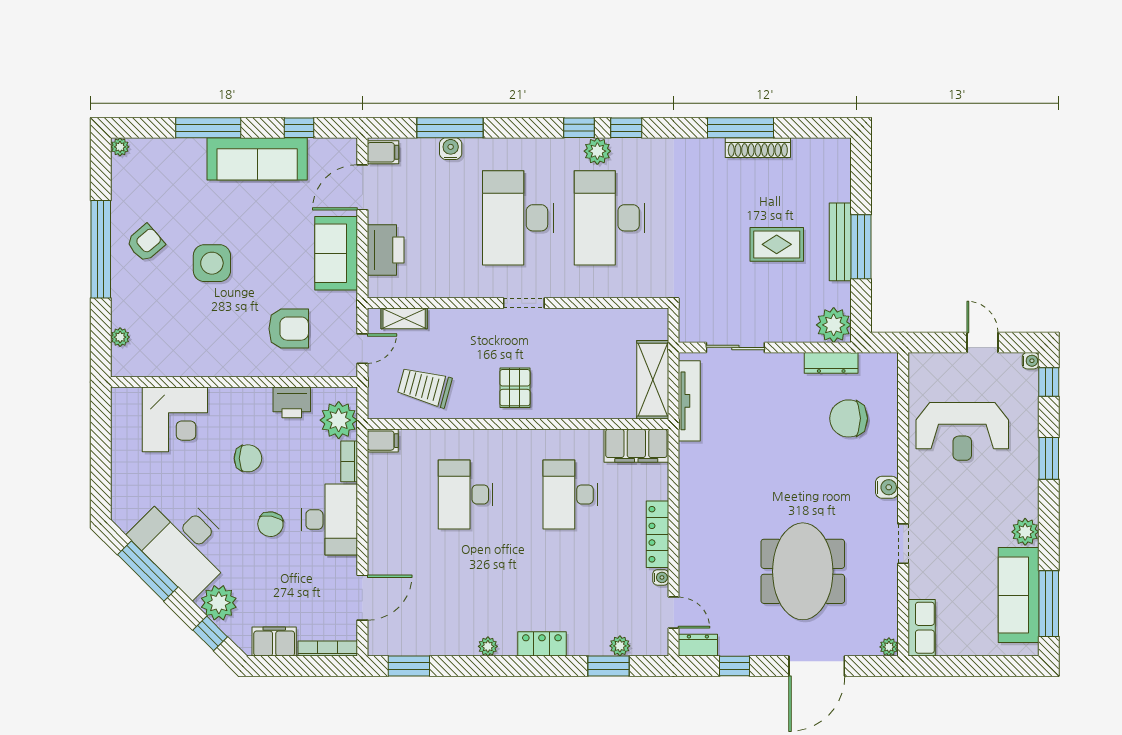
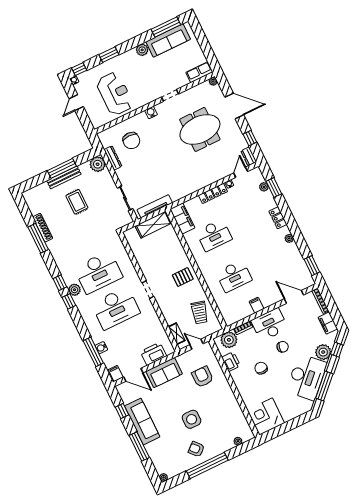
corner desk: (175, 419) -> (266, 417), moved, turned -90
filing cabinet: (383, 441) -> (256, 305), moved

